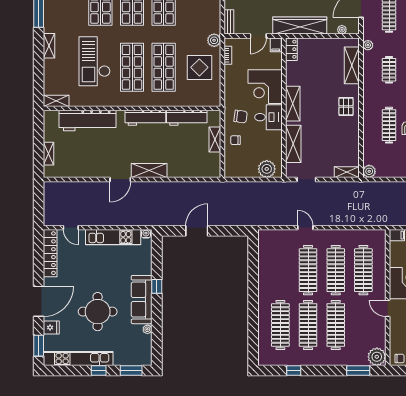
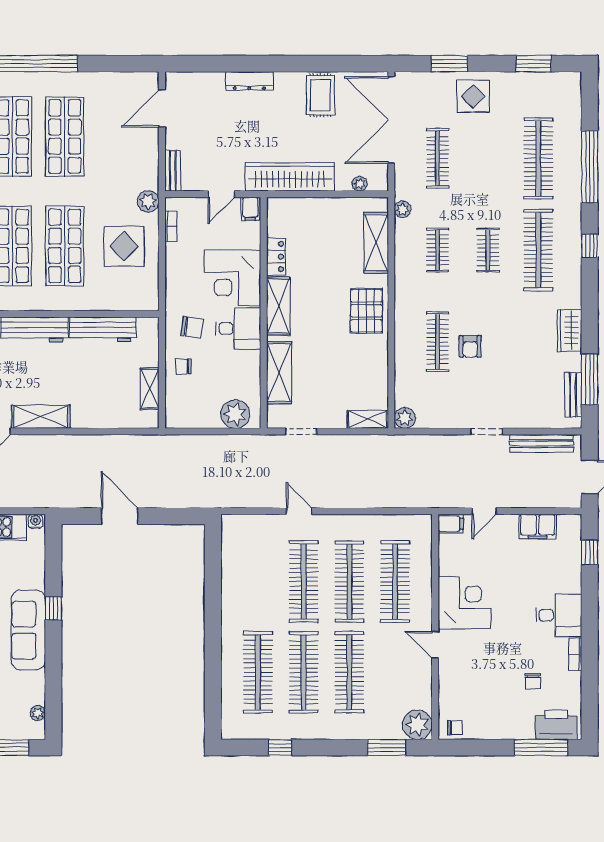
locker: (291, 49) -> (276, 256), moved
pallet: (346, 106) -> (366, 311), width x1.50, depth x1.42
shelving: (215, 139) -> (150, 389), moved
door: (197, 231) -> (120, 516), hinge flipped
plant: (147, 329) -> (38, 713), moved

